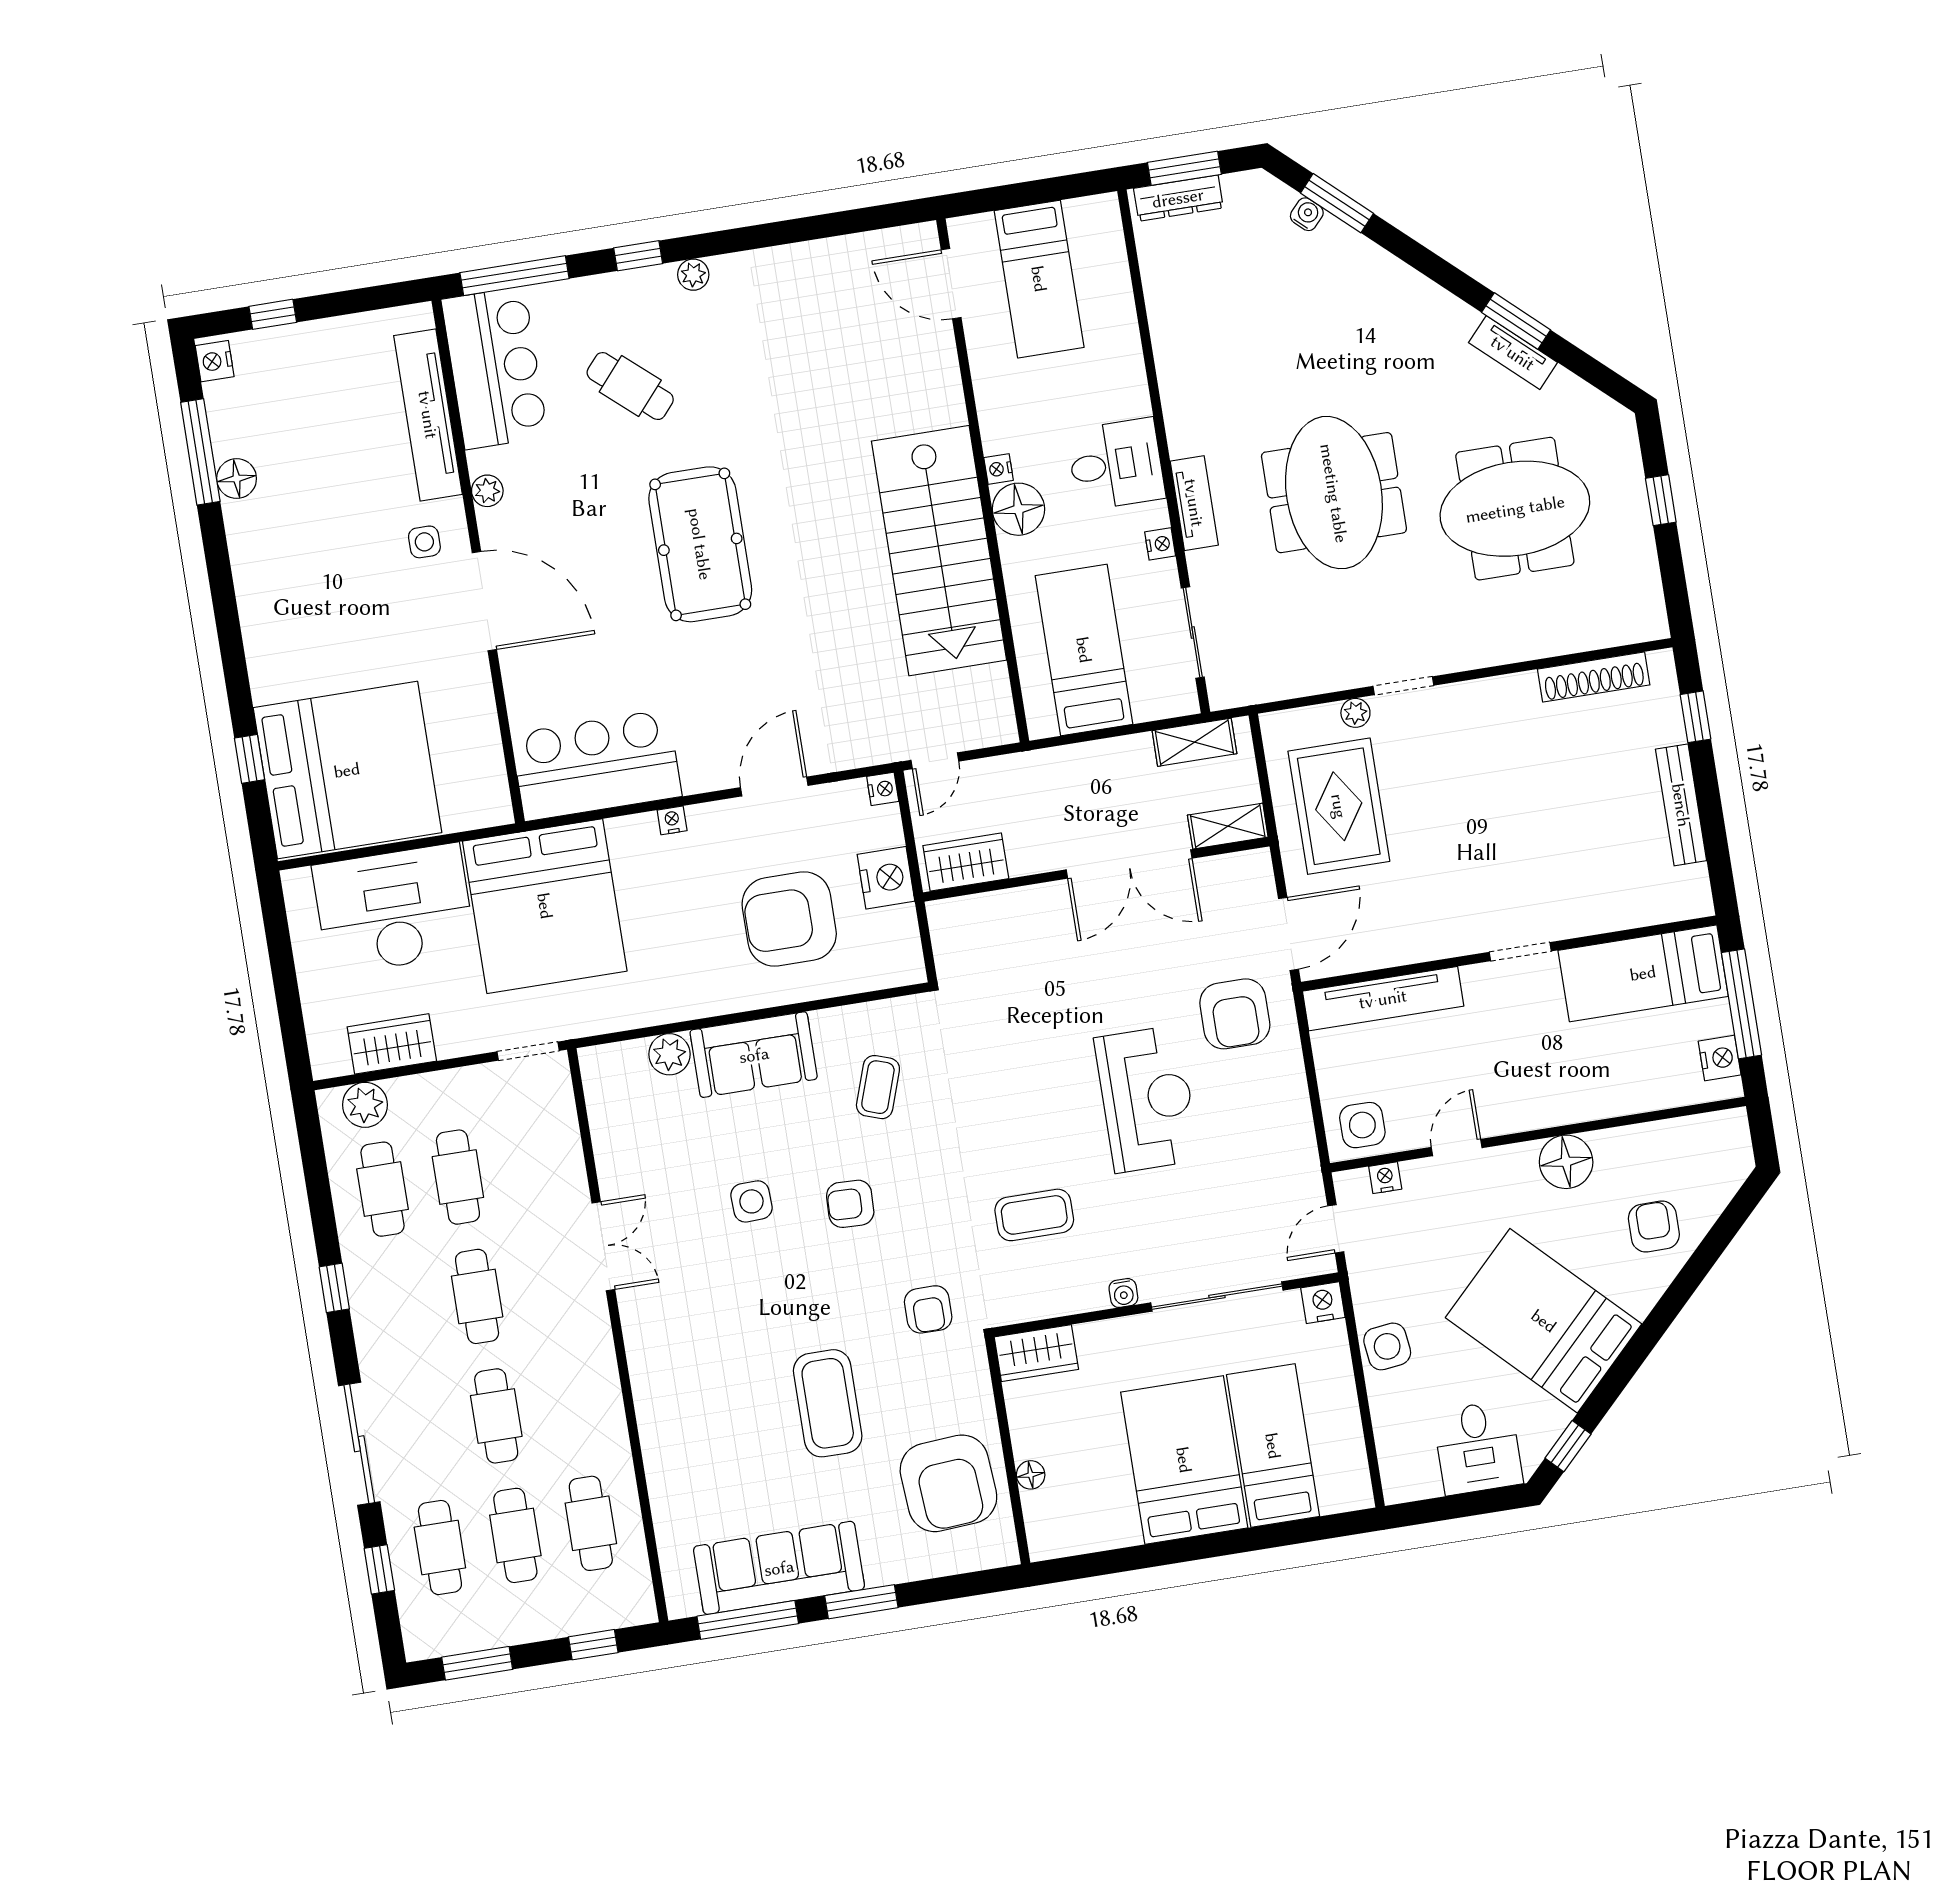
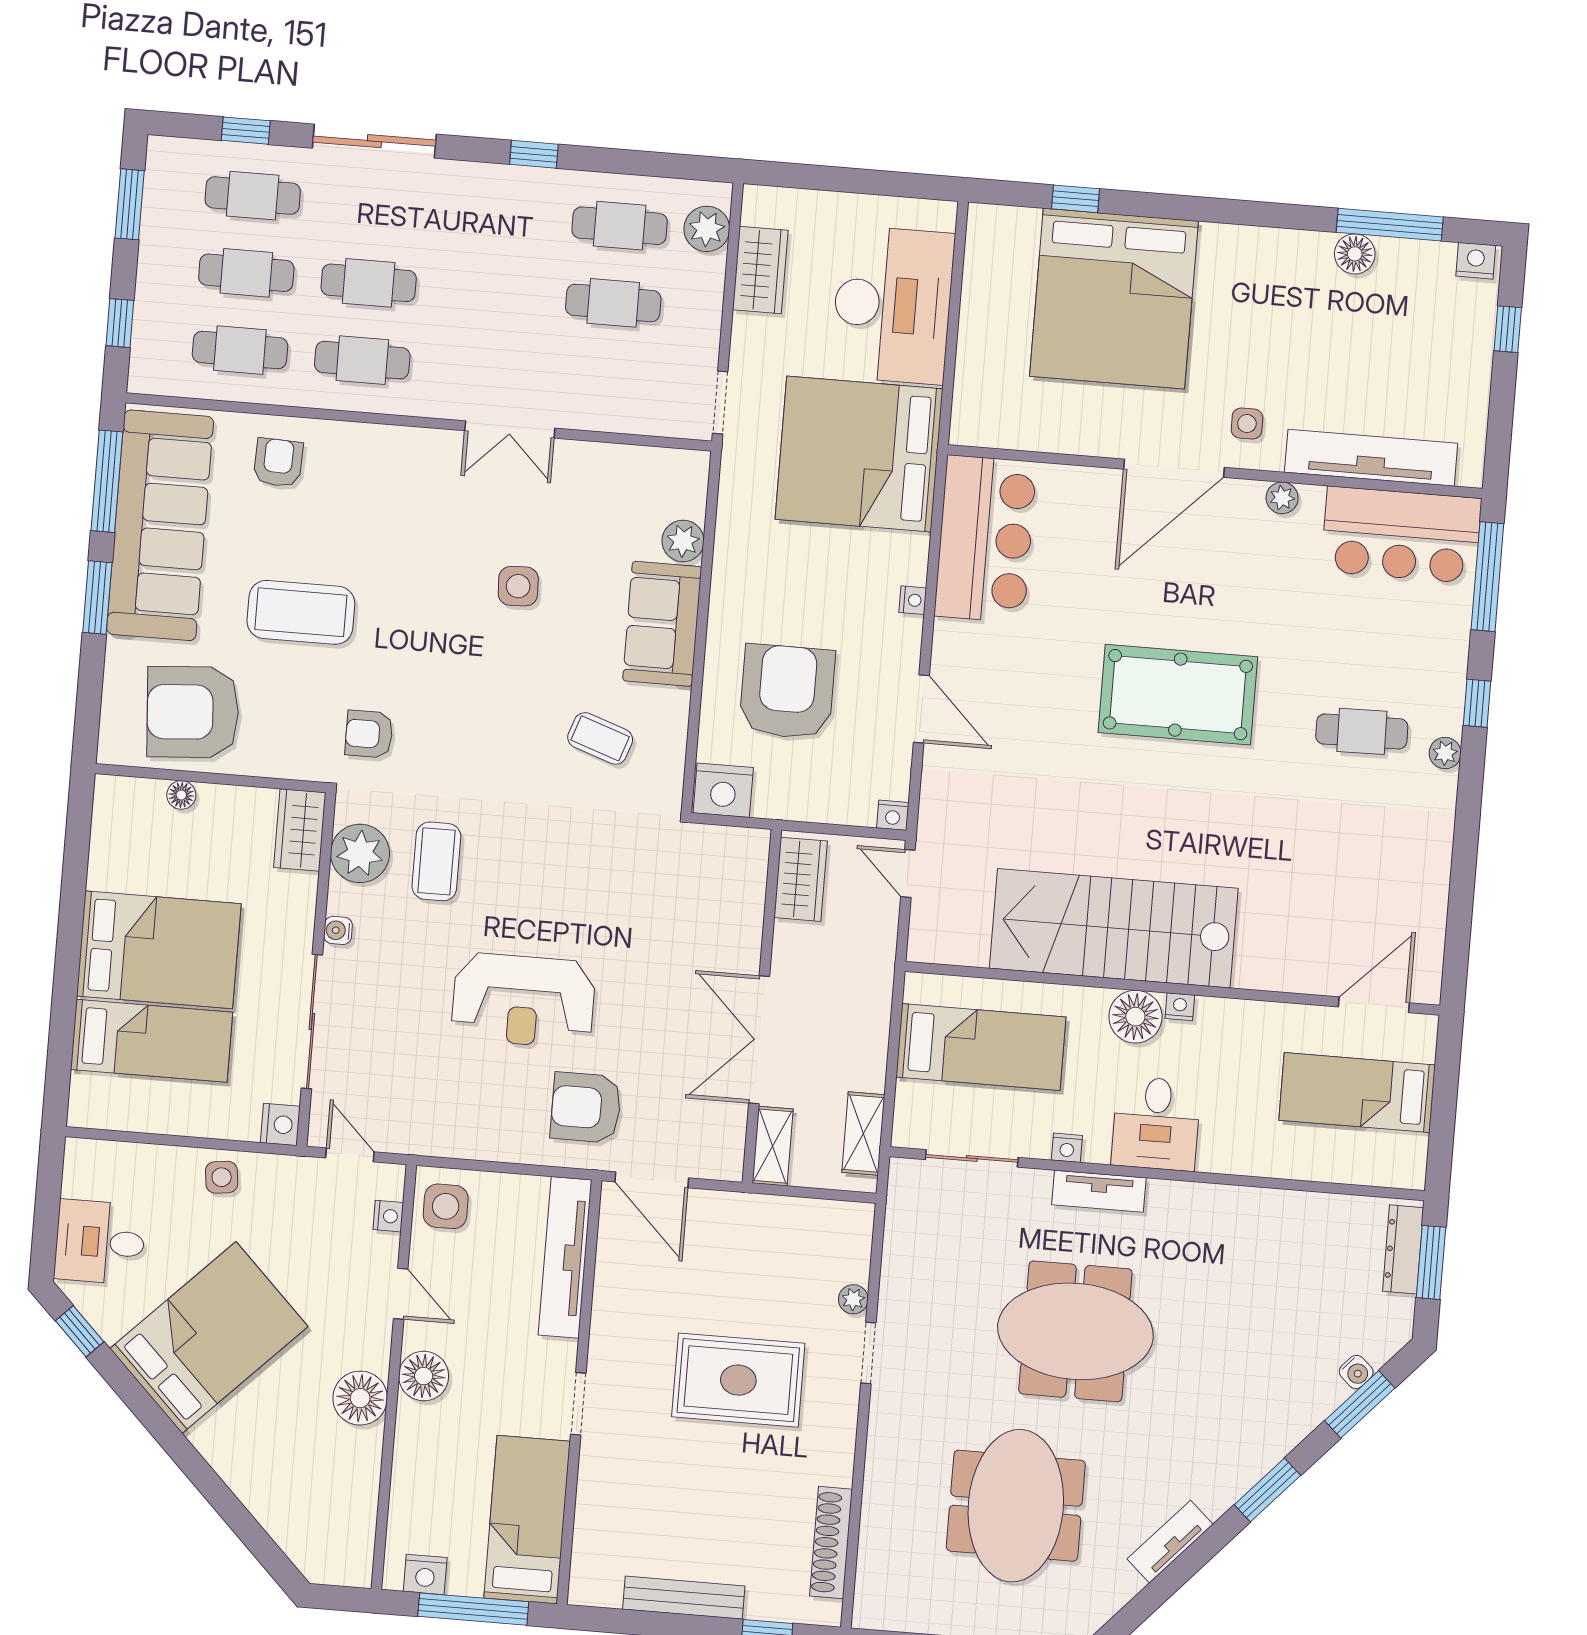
window: (1516, 321) -> (1267, 1490), moved
cafe table: (630, 386) -> (1362, 731), moved, turned 48
bed: (347, 770) -> (1114, 299), moved
rug: (1339, 806) -> (738, 1380), moved
nightstand: (886, 878) -> (723, 790), moved
floor lamp: (1530, 1106) -> (424, 1376), added
armchair: (850, 1204) -> (278, 463), moved
armchair: (1654, 1226) -> (275, 1469), removed
plant: (1045, 1290) -> (360, 853), added
cafe table: (477, 1296) -> (362, 360), moved
side table: (1387, 1346) -> (222, 1177), width x0.73, depth x0.73
sofa: (779, 1568) -> (160, 525), width x1.36, depth x1.27

